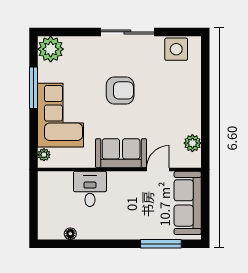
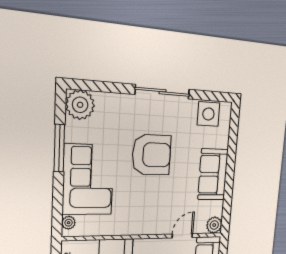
armchair: (120, 90) -> (151, 155), width x1.36, depth x1.36
plant: (192, 143) -> (214, 225), moved
sofa: (121, 153) -> (213, 174), moved, turned -90

